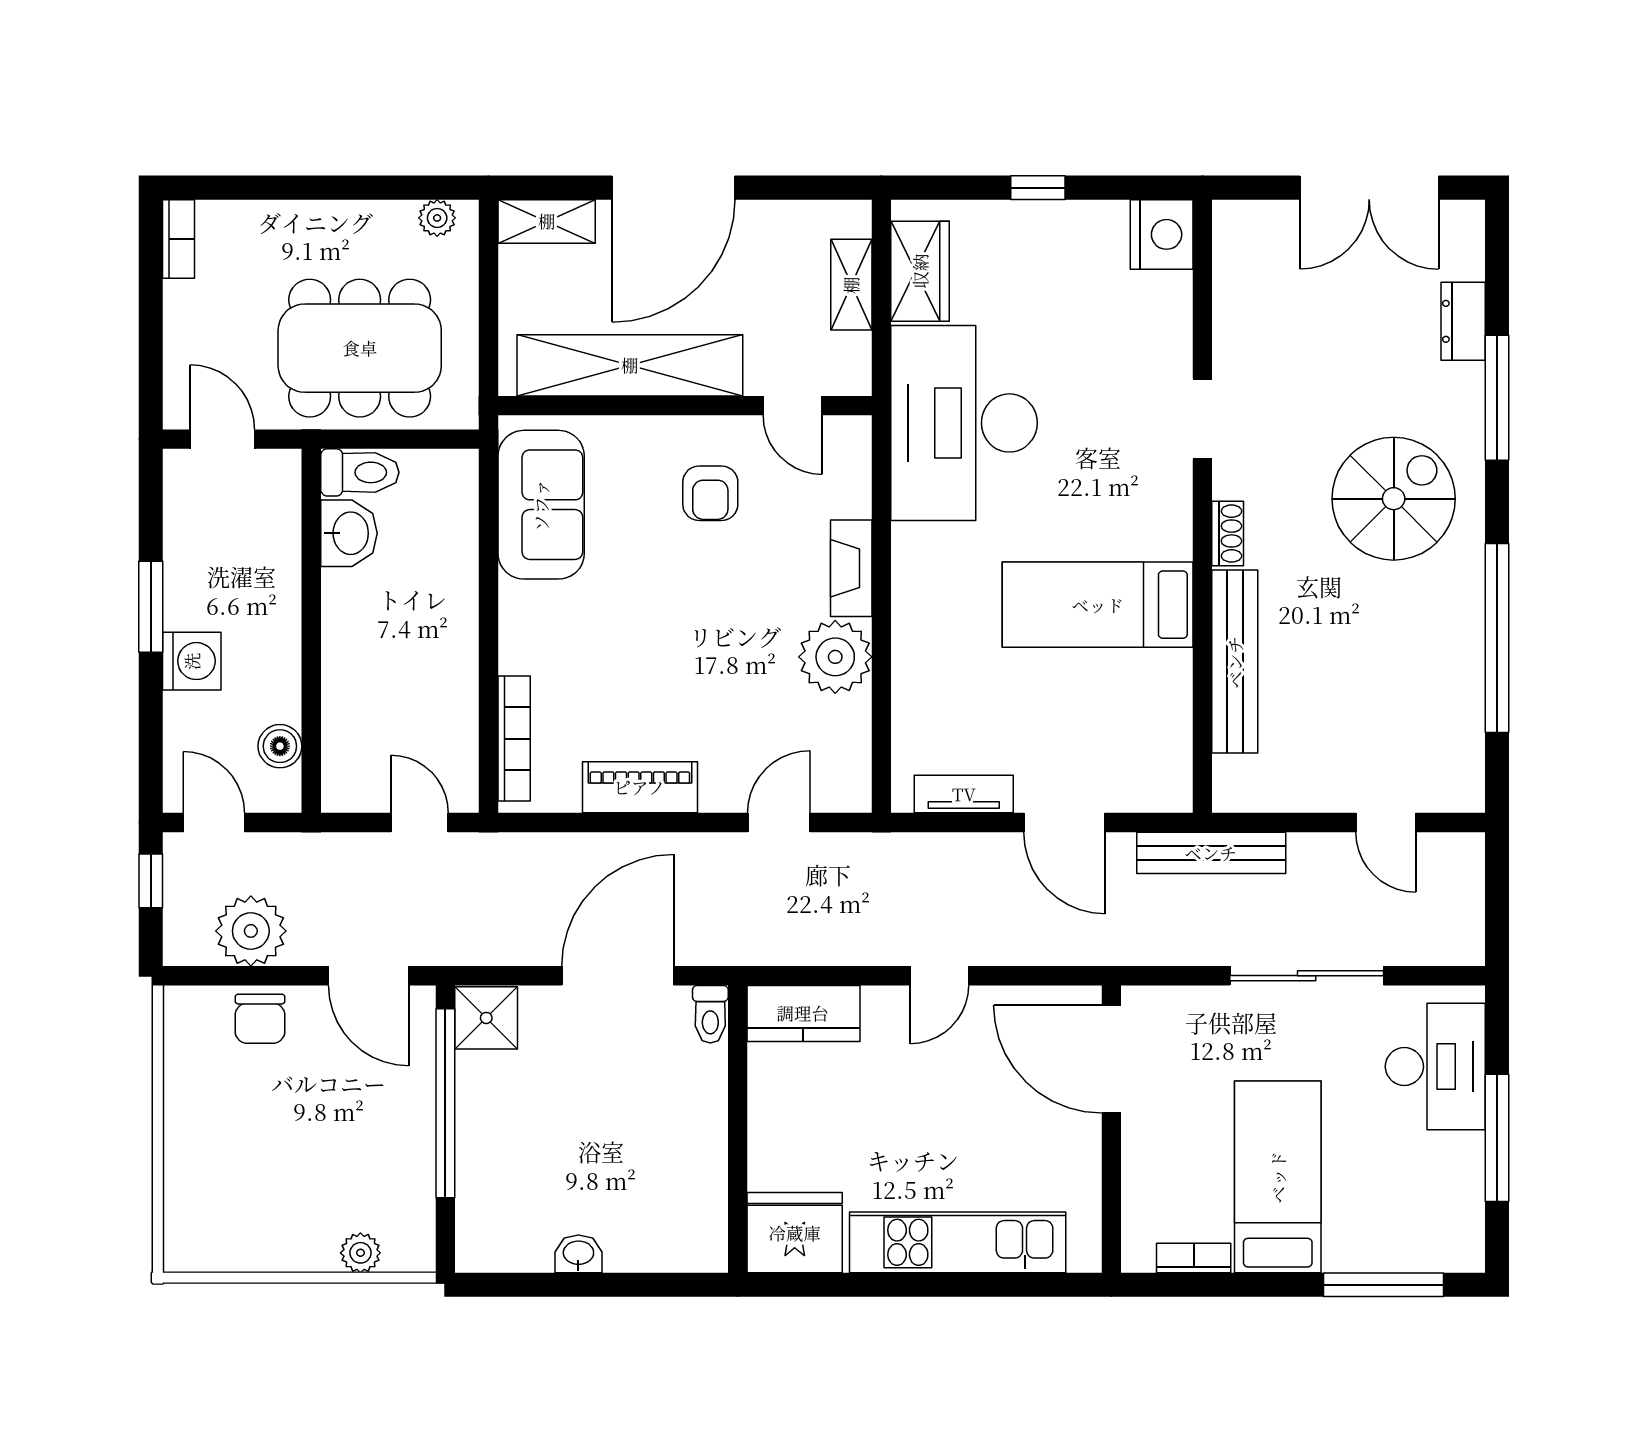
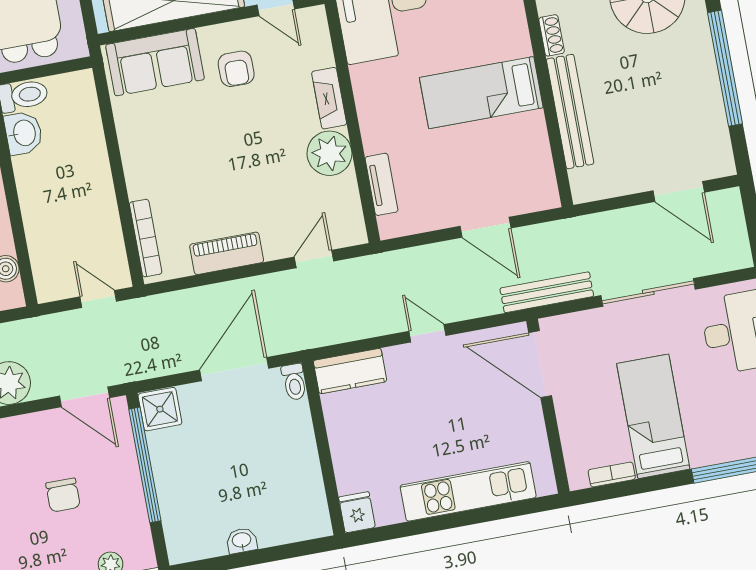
sofa: (541, 505) -> (155, 62), moved, turned 90
tv unit: (964, 794) -> (382, 184), moved, turned 90
door: (1386, 822) -> (679, 191), width x1.38
bench: (1211, 853) -> (547, 292), moved
door: (939, 976) -> (427, 333), swing flipped
chair: (260, 1019) -> (63, 495), moved
fridge: (795, 1233) -> (357, 512), width x0.53, depth x0.75

